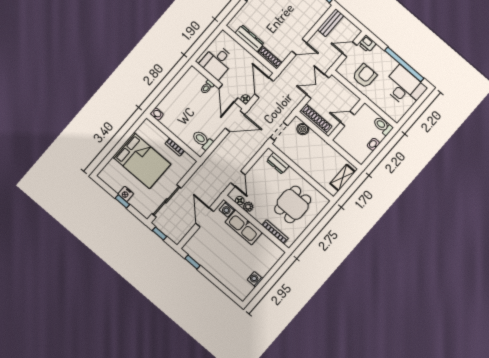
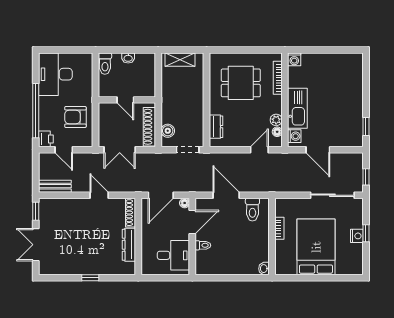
window: (404, 64) -> (36, 111), moved
door: (235, 121) -> (226, 195), moved
door: (205, 217) -> (318, 150), hinge flipped
washing machine: (255, 279) -> (294, 59), moved

